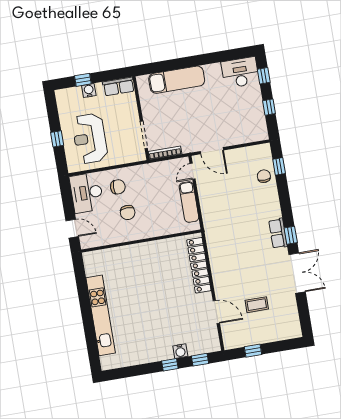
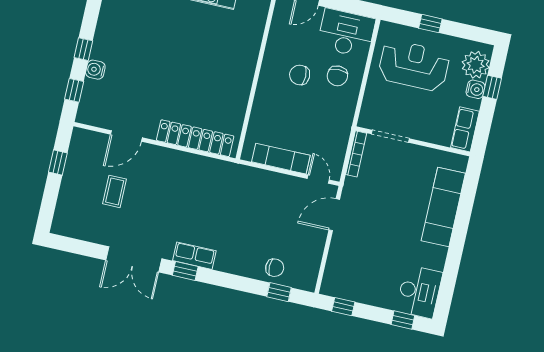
plant: (72, 97) -> (476, 65), added
window: (269, 107) -> (343, 307), moved

